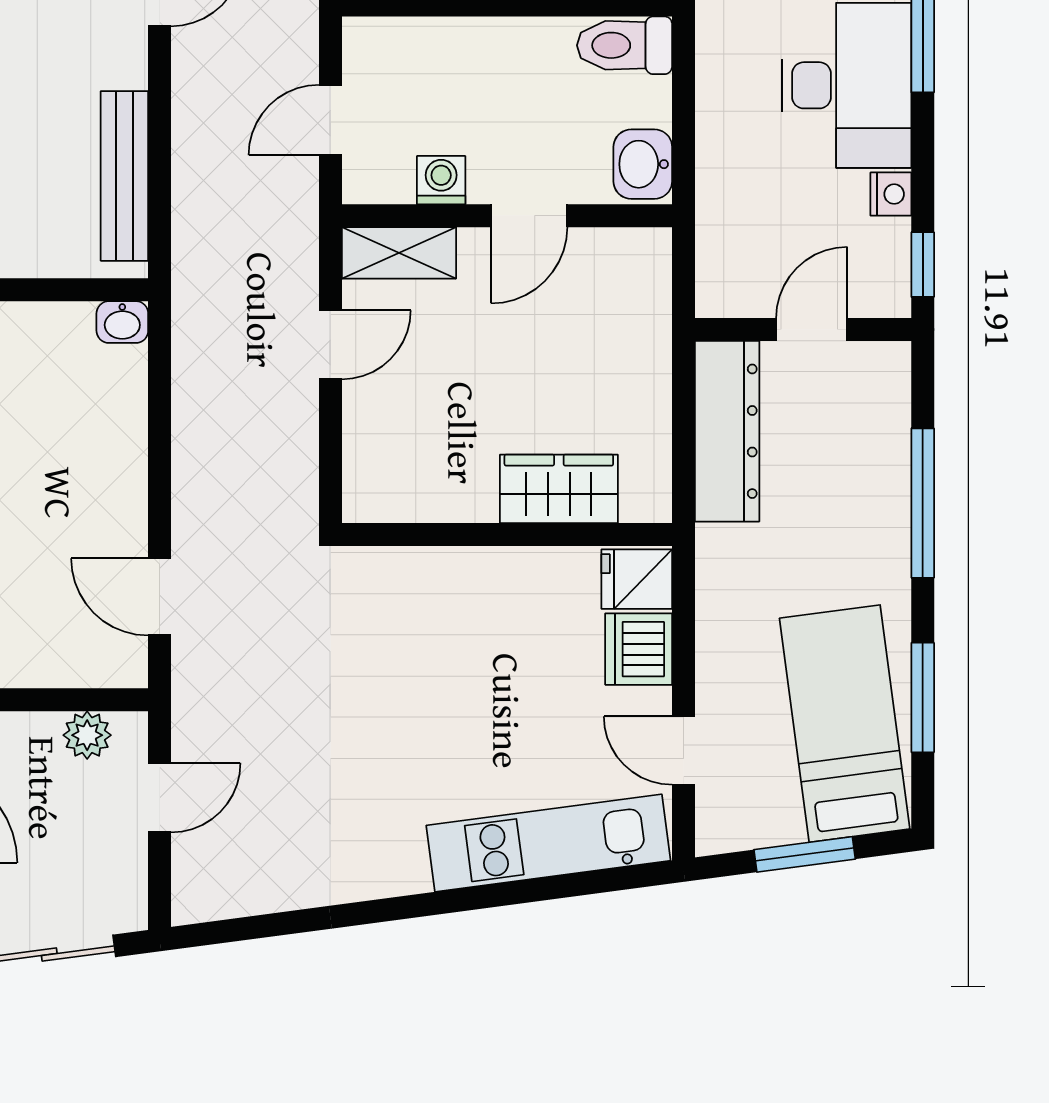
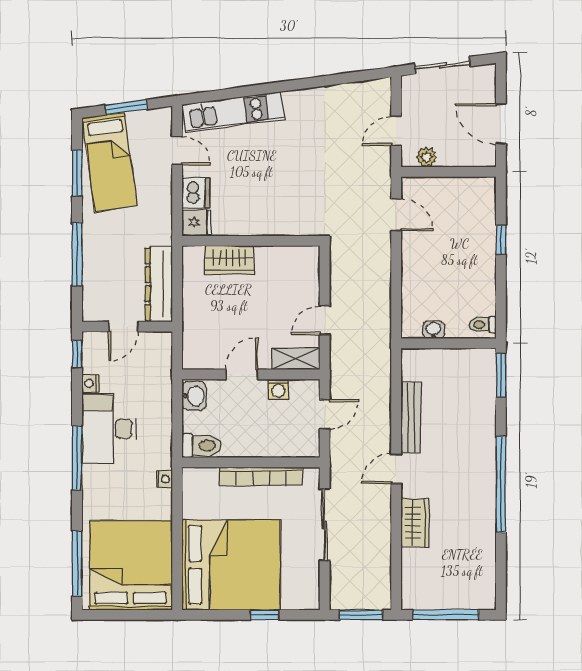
bench: (124, 176) -> (411, 418), moved
washbasin: (122, 322) -> (433, 330), moved

